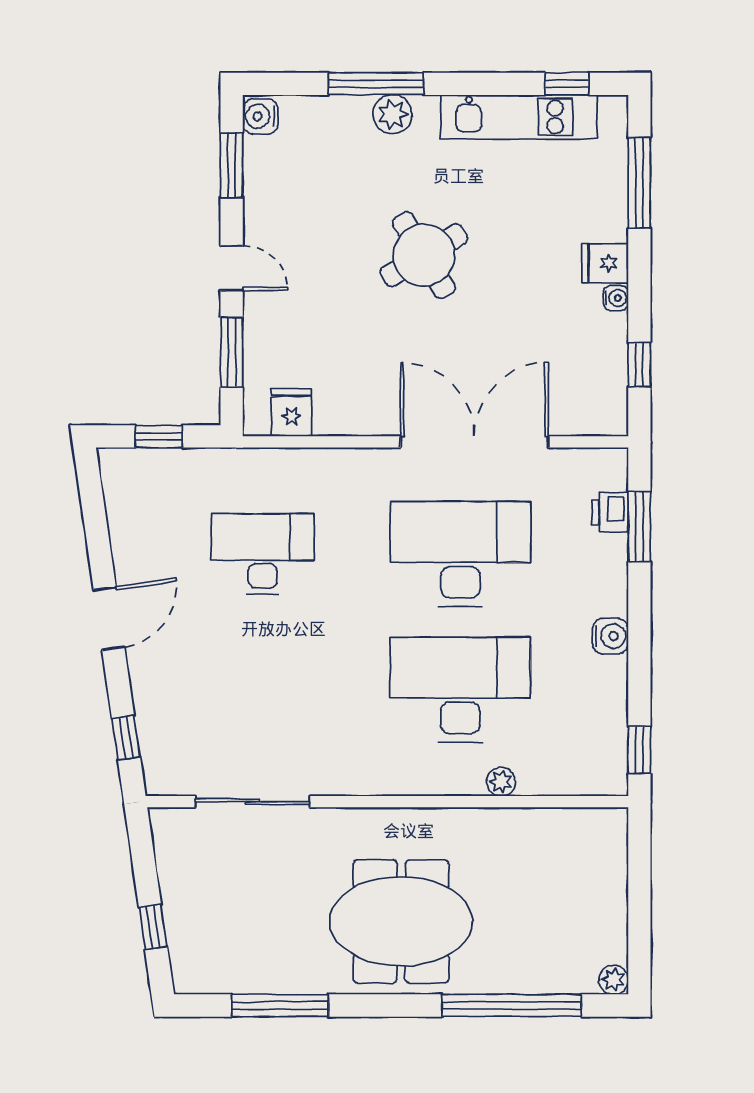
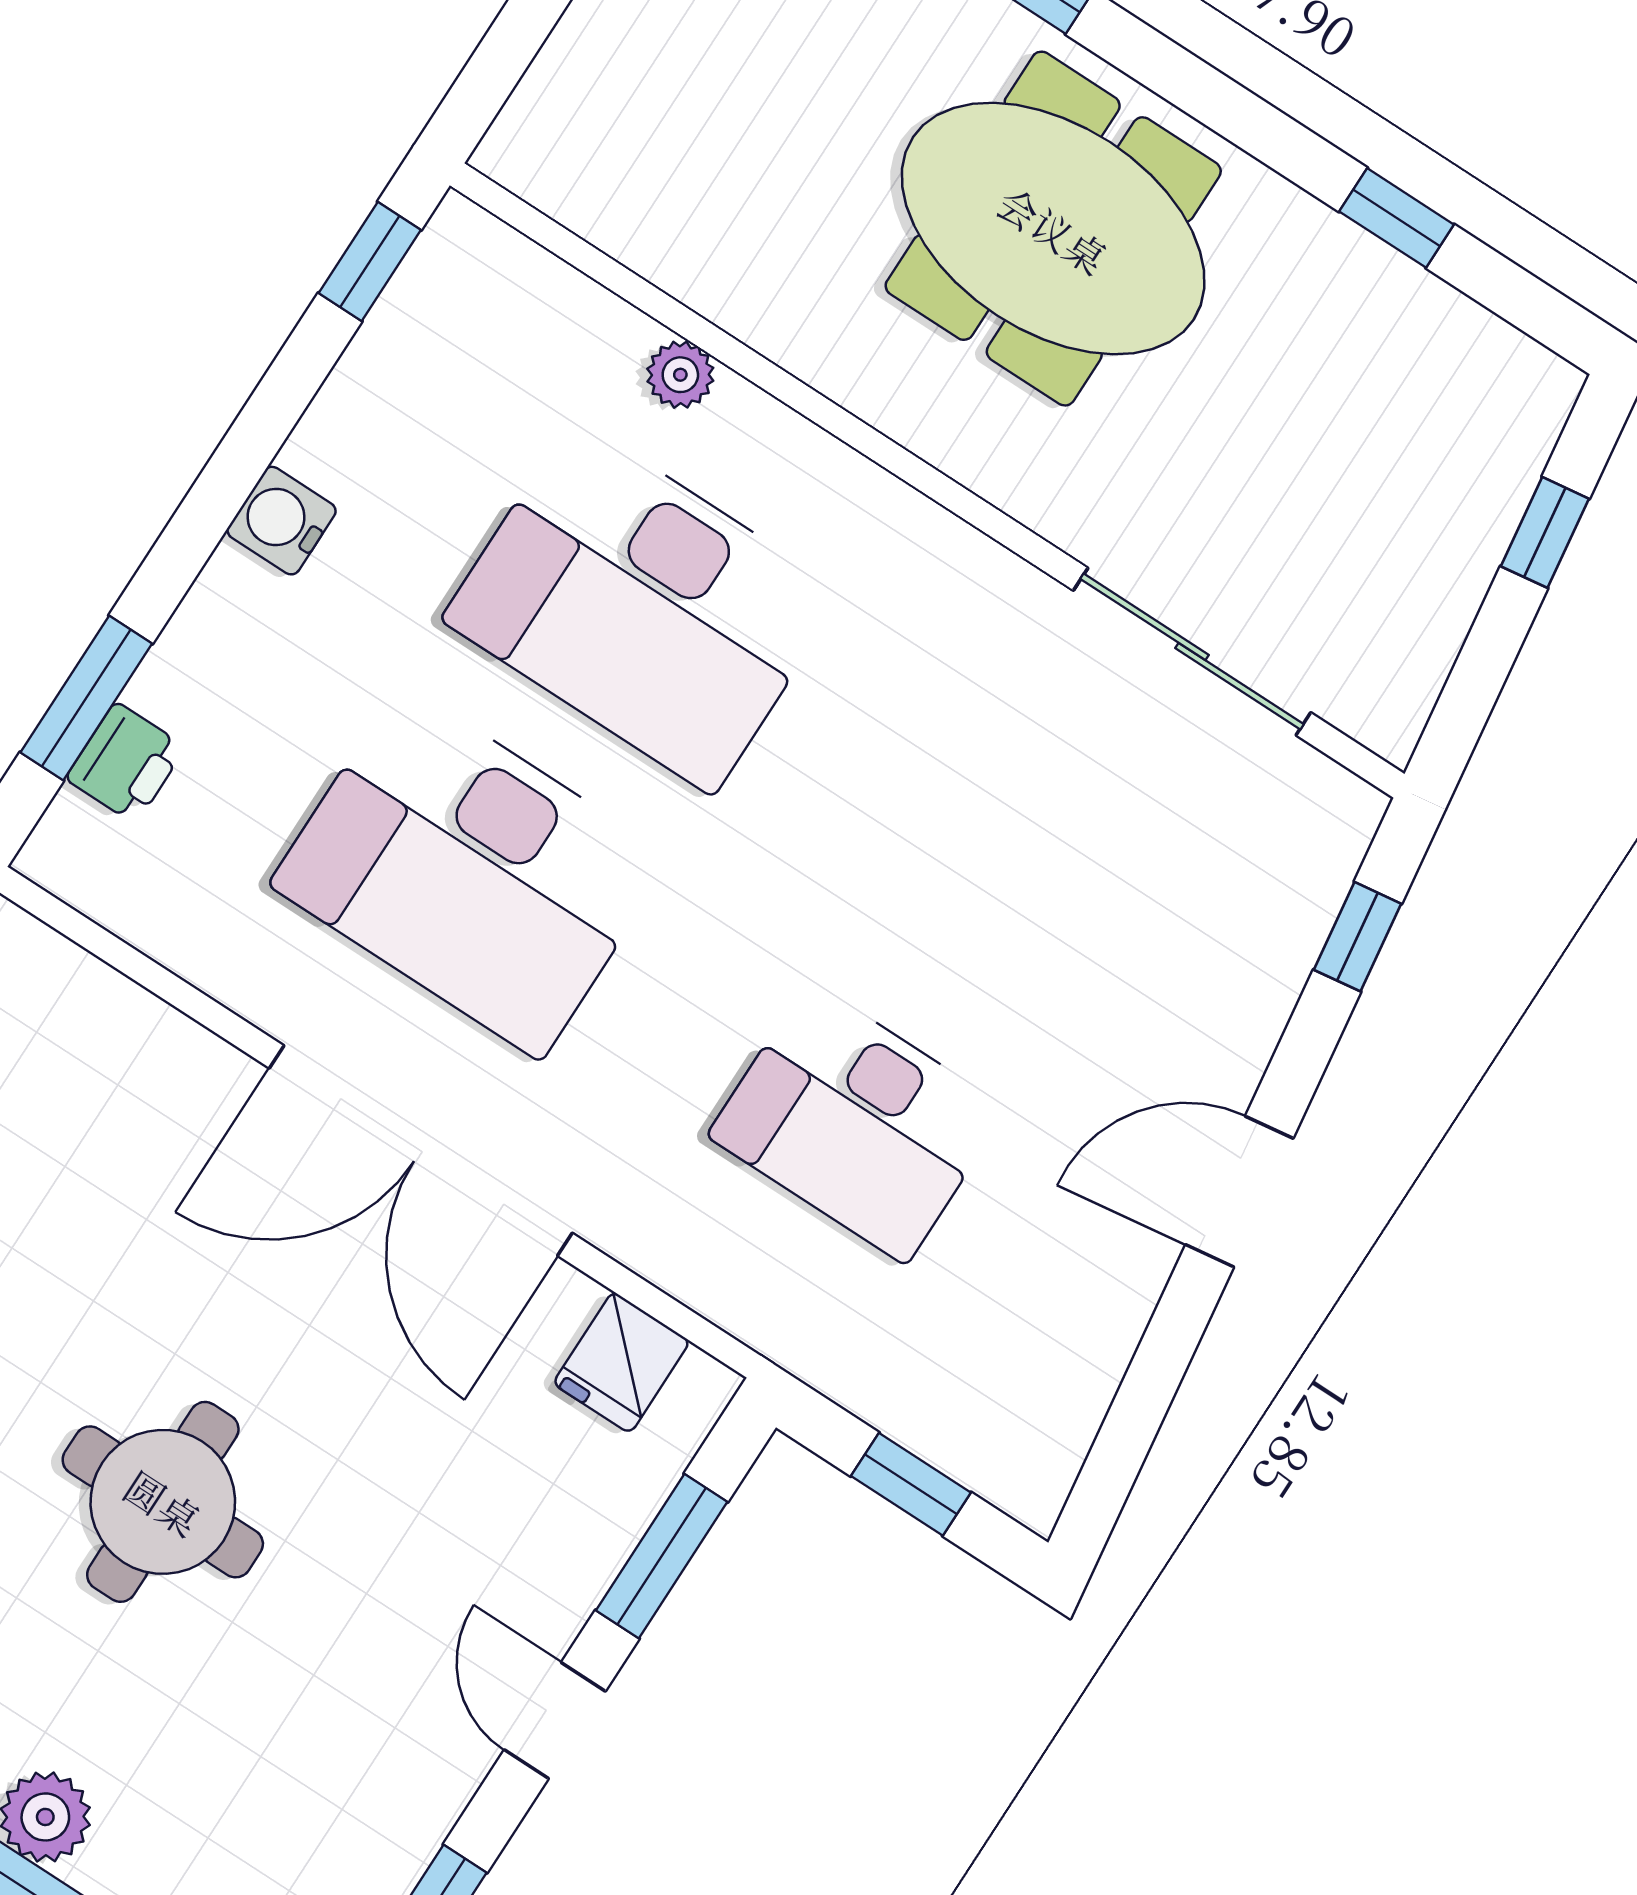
round table: (424, 255) -> (163, 1502), turned 31
double door: (474, 442) -> (421, 1151), moved
window: (280, 1005) -> (1397, 218), width x0.46

